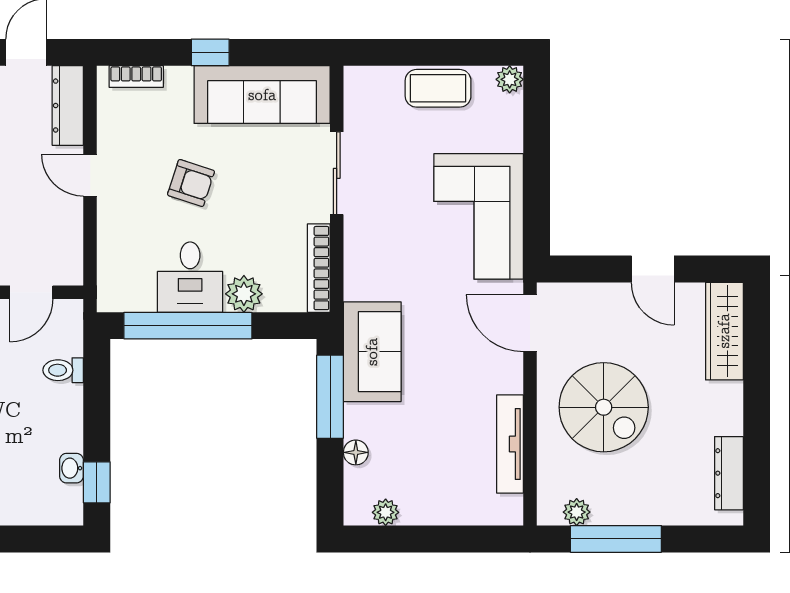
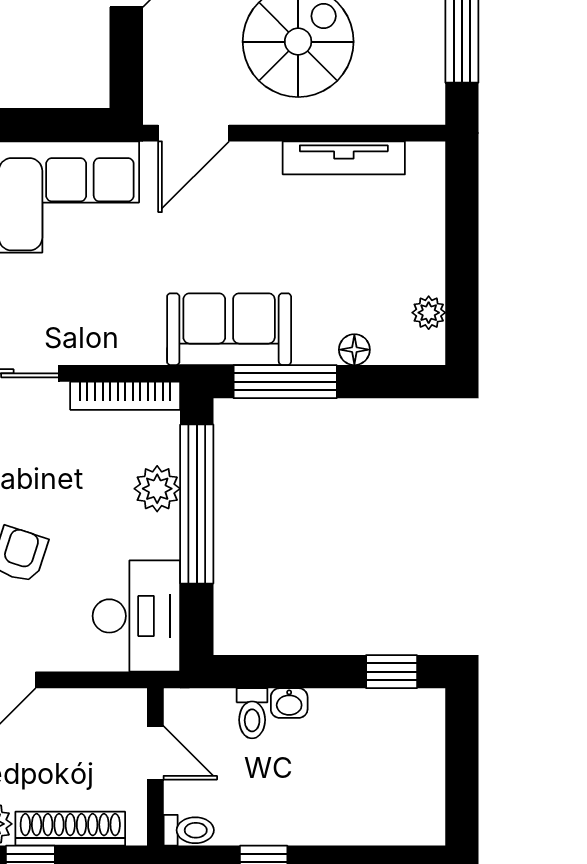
desk: (190, 277) -> (136, 616), moved, width x1.37
window: (188, 326) -> (197, 504), moved
washbasin: (71, 468) -> (289, 703), moved
plant: (577, 512) -> (428, 75), removed

